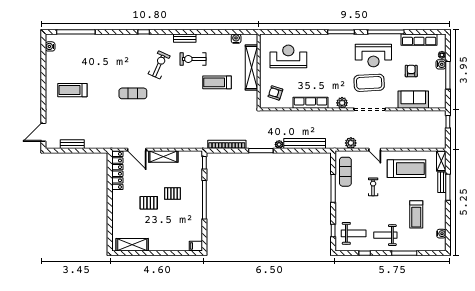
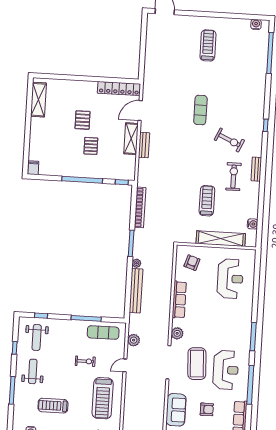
reception desk: (373, 56) -> (226, 370), turned 180
bench: (72, 144) -> (144, 145), moved

